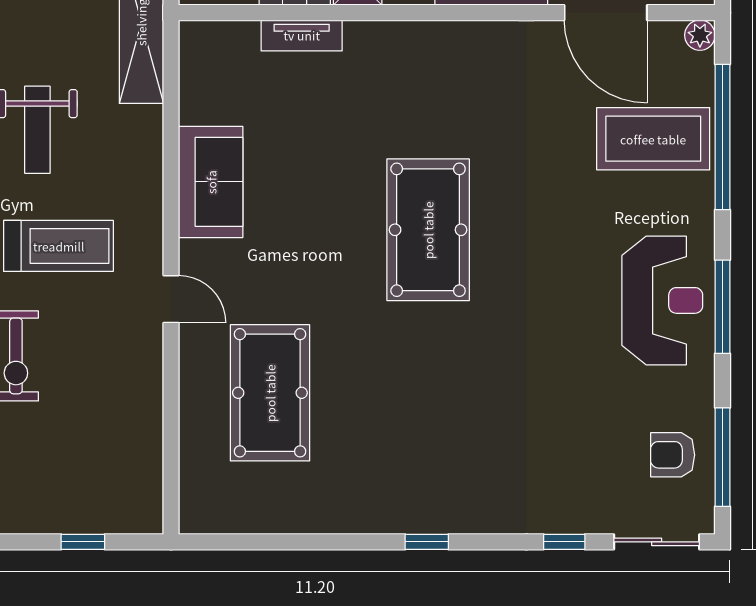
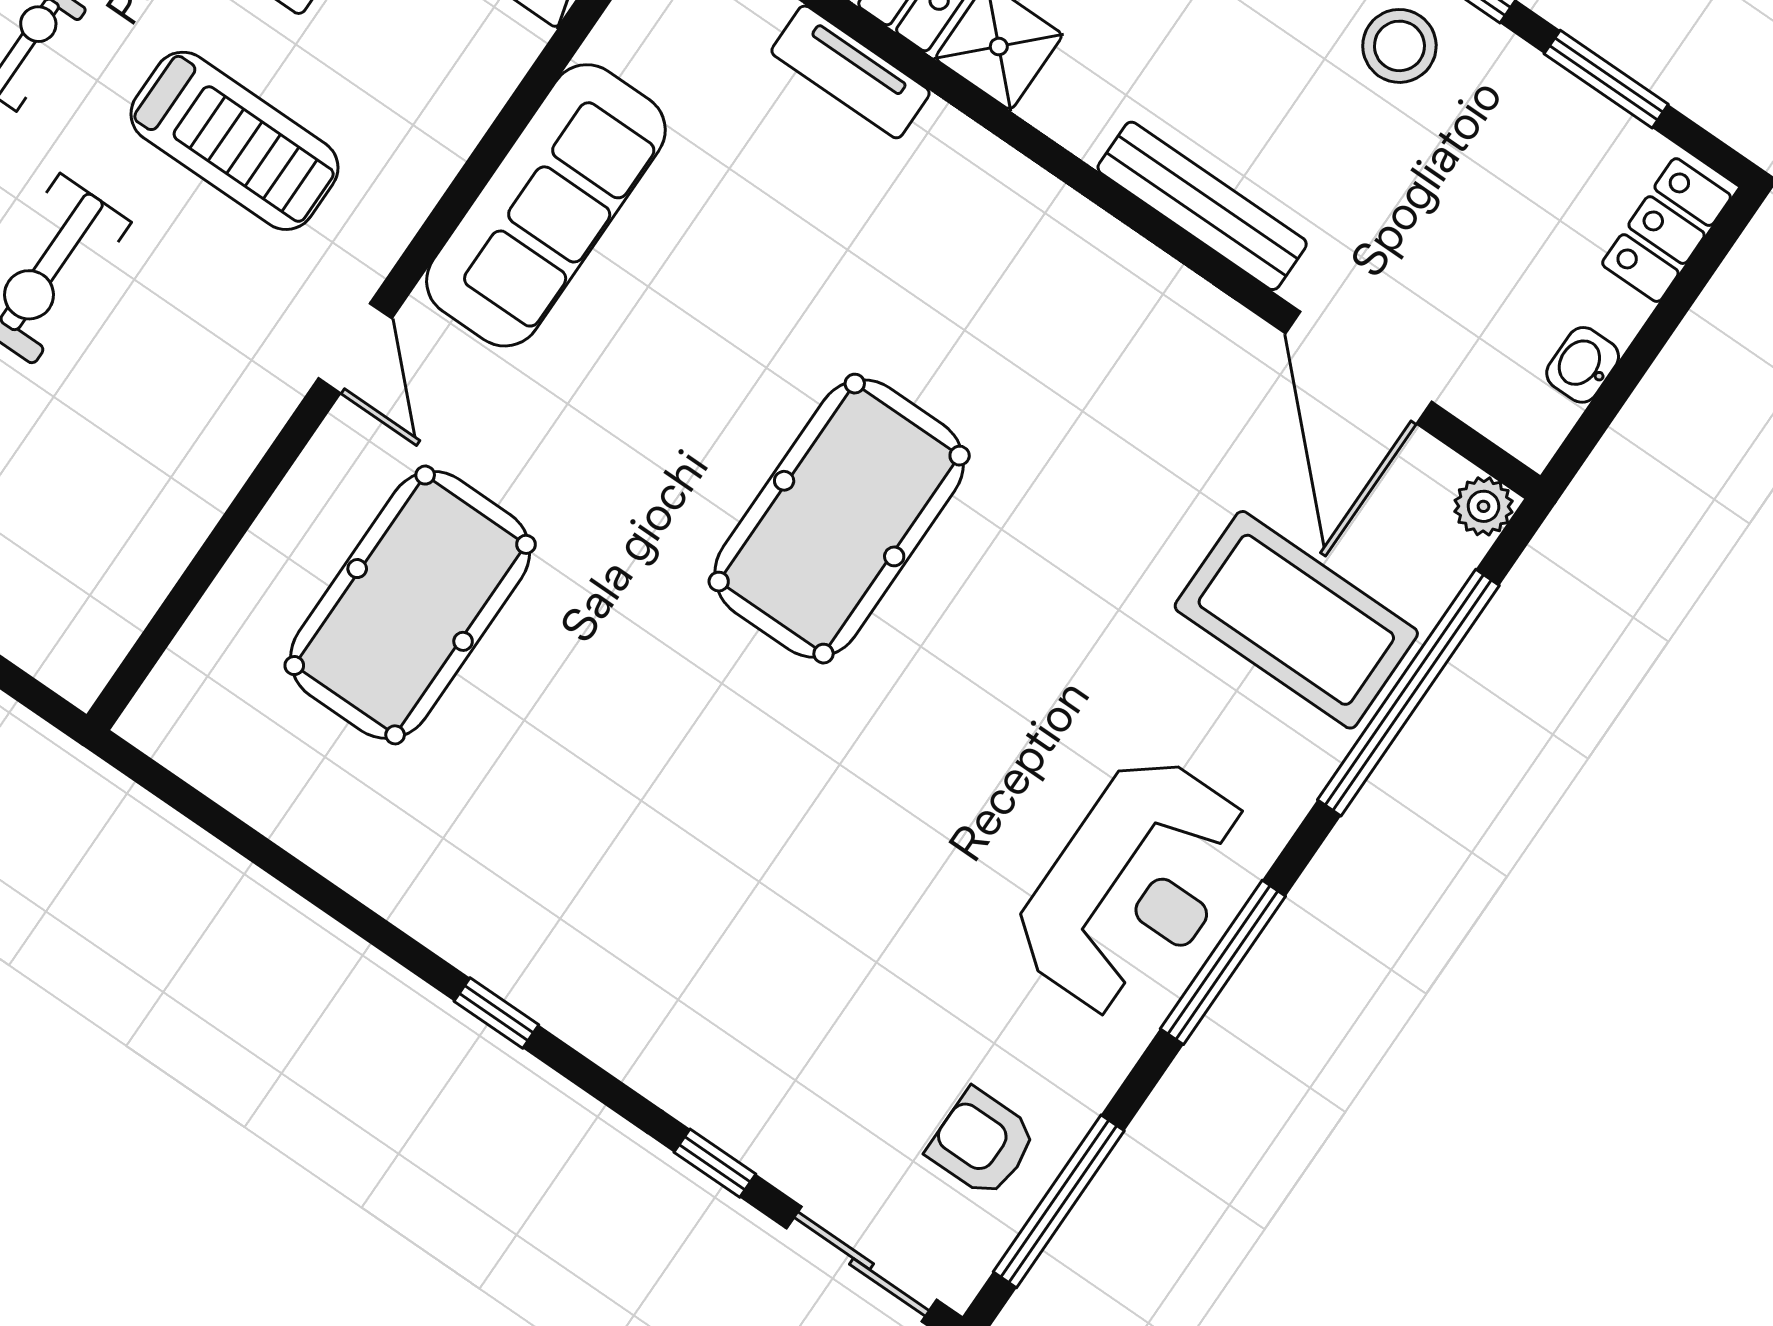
sofa: (211, 182) -> (546, 205), width x1.36

